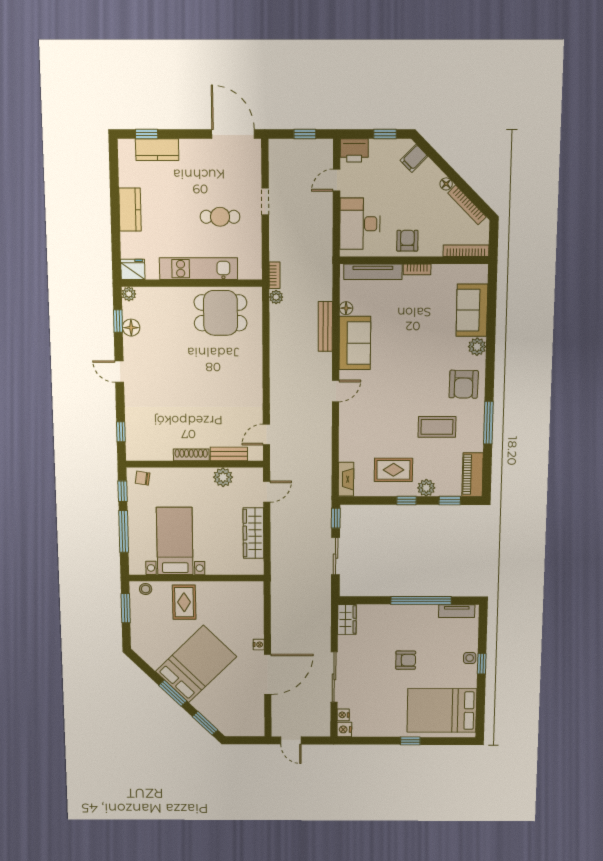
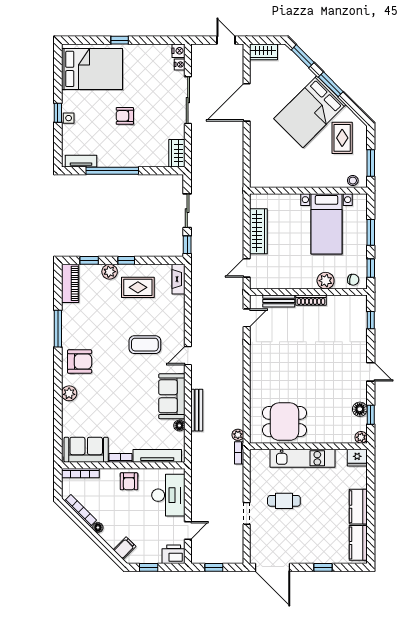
window: (147, 134) -> (323, 567), moved
kitchen counter: (157, 150) -> (358, 543), moved, turned -90
sofa: (472, 310) -> (86, 450), moved, turned -90
armchair: (464, 384) -> (80, 361), turned 89
coffee table: (437, 427) -> (145, 345), moved
plant: (223, 477) -> (326, 281), moved
window: (124, 531) -> (371, 232), width x0.69
rug: (184, 602) -> (342, 138), moved
nightstand: (259, 645) -> (254, 130), removed
wardrobe: (249, 728) -> (263, 52), added

